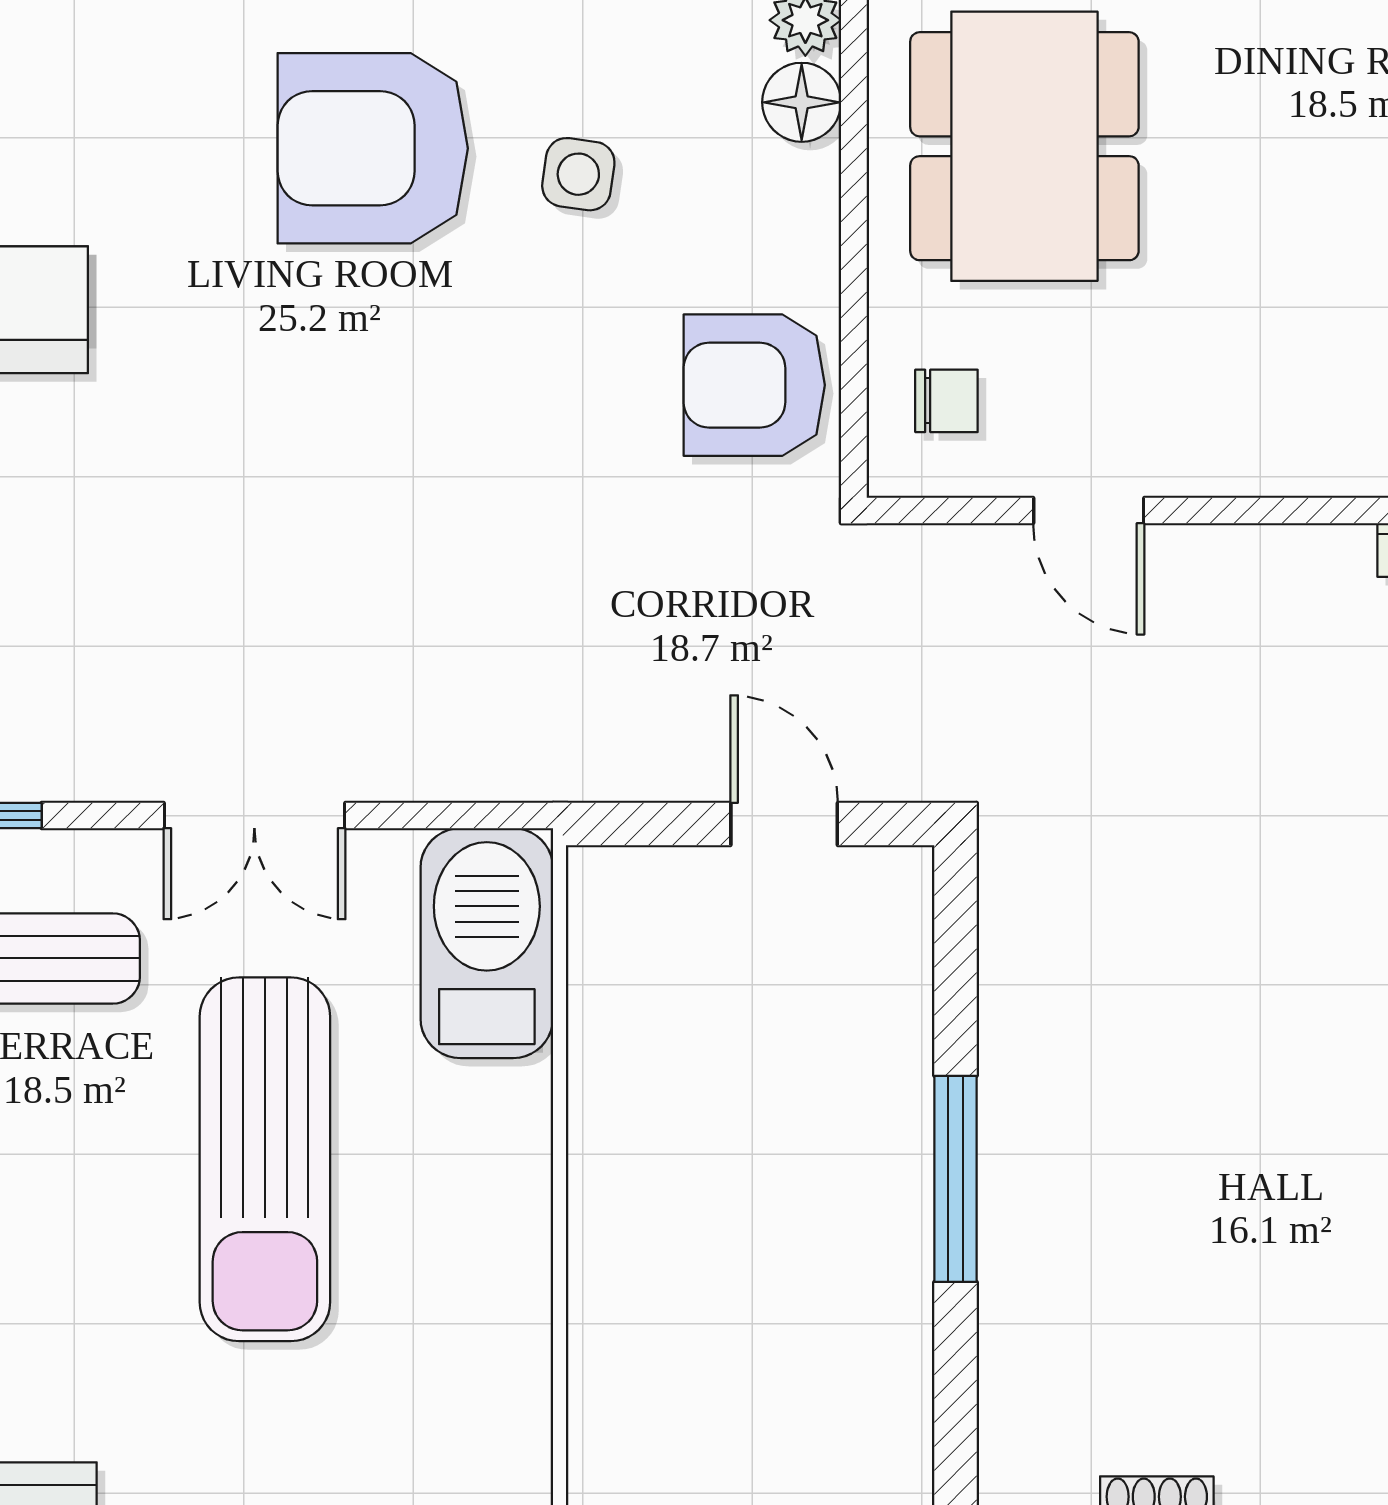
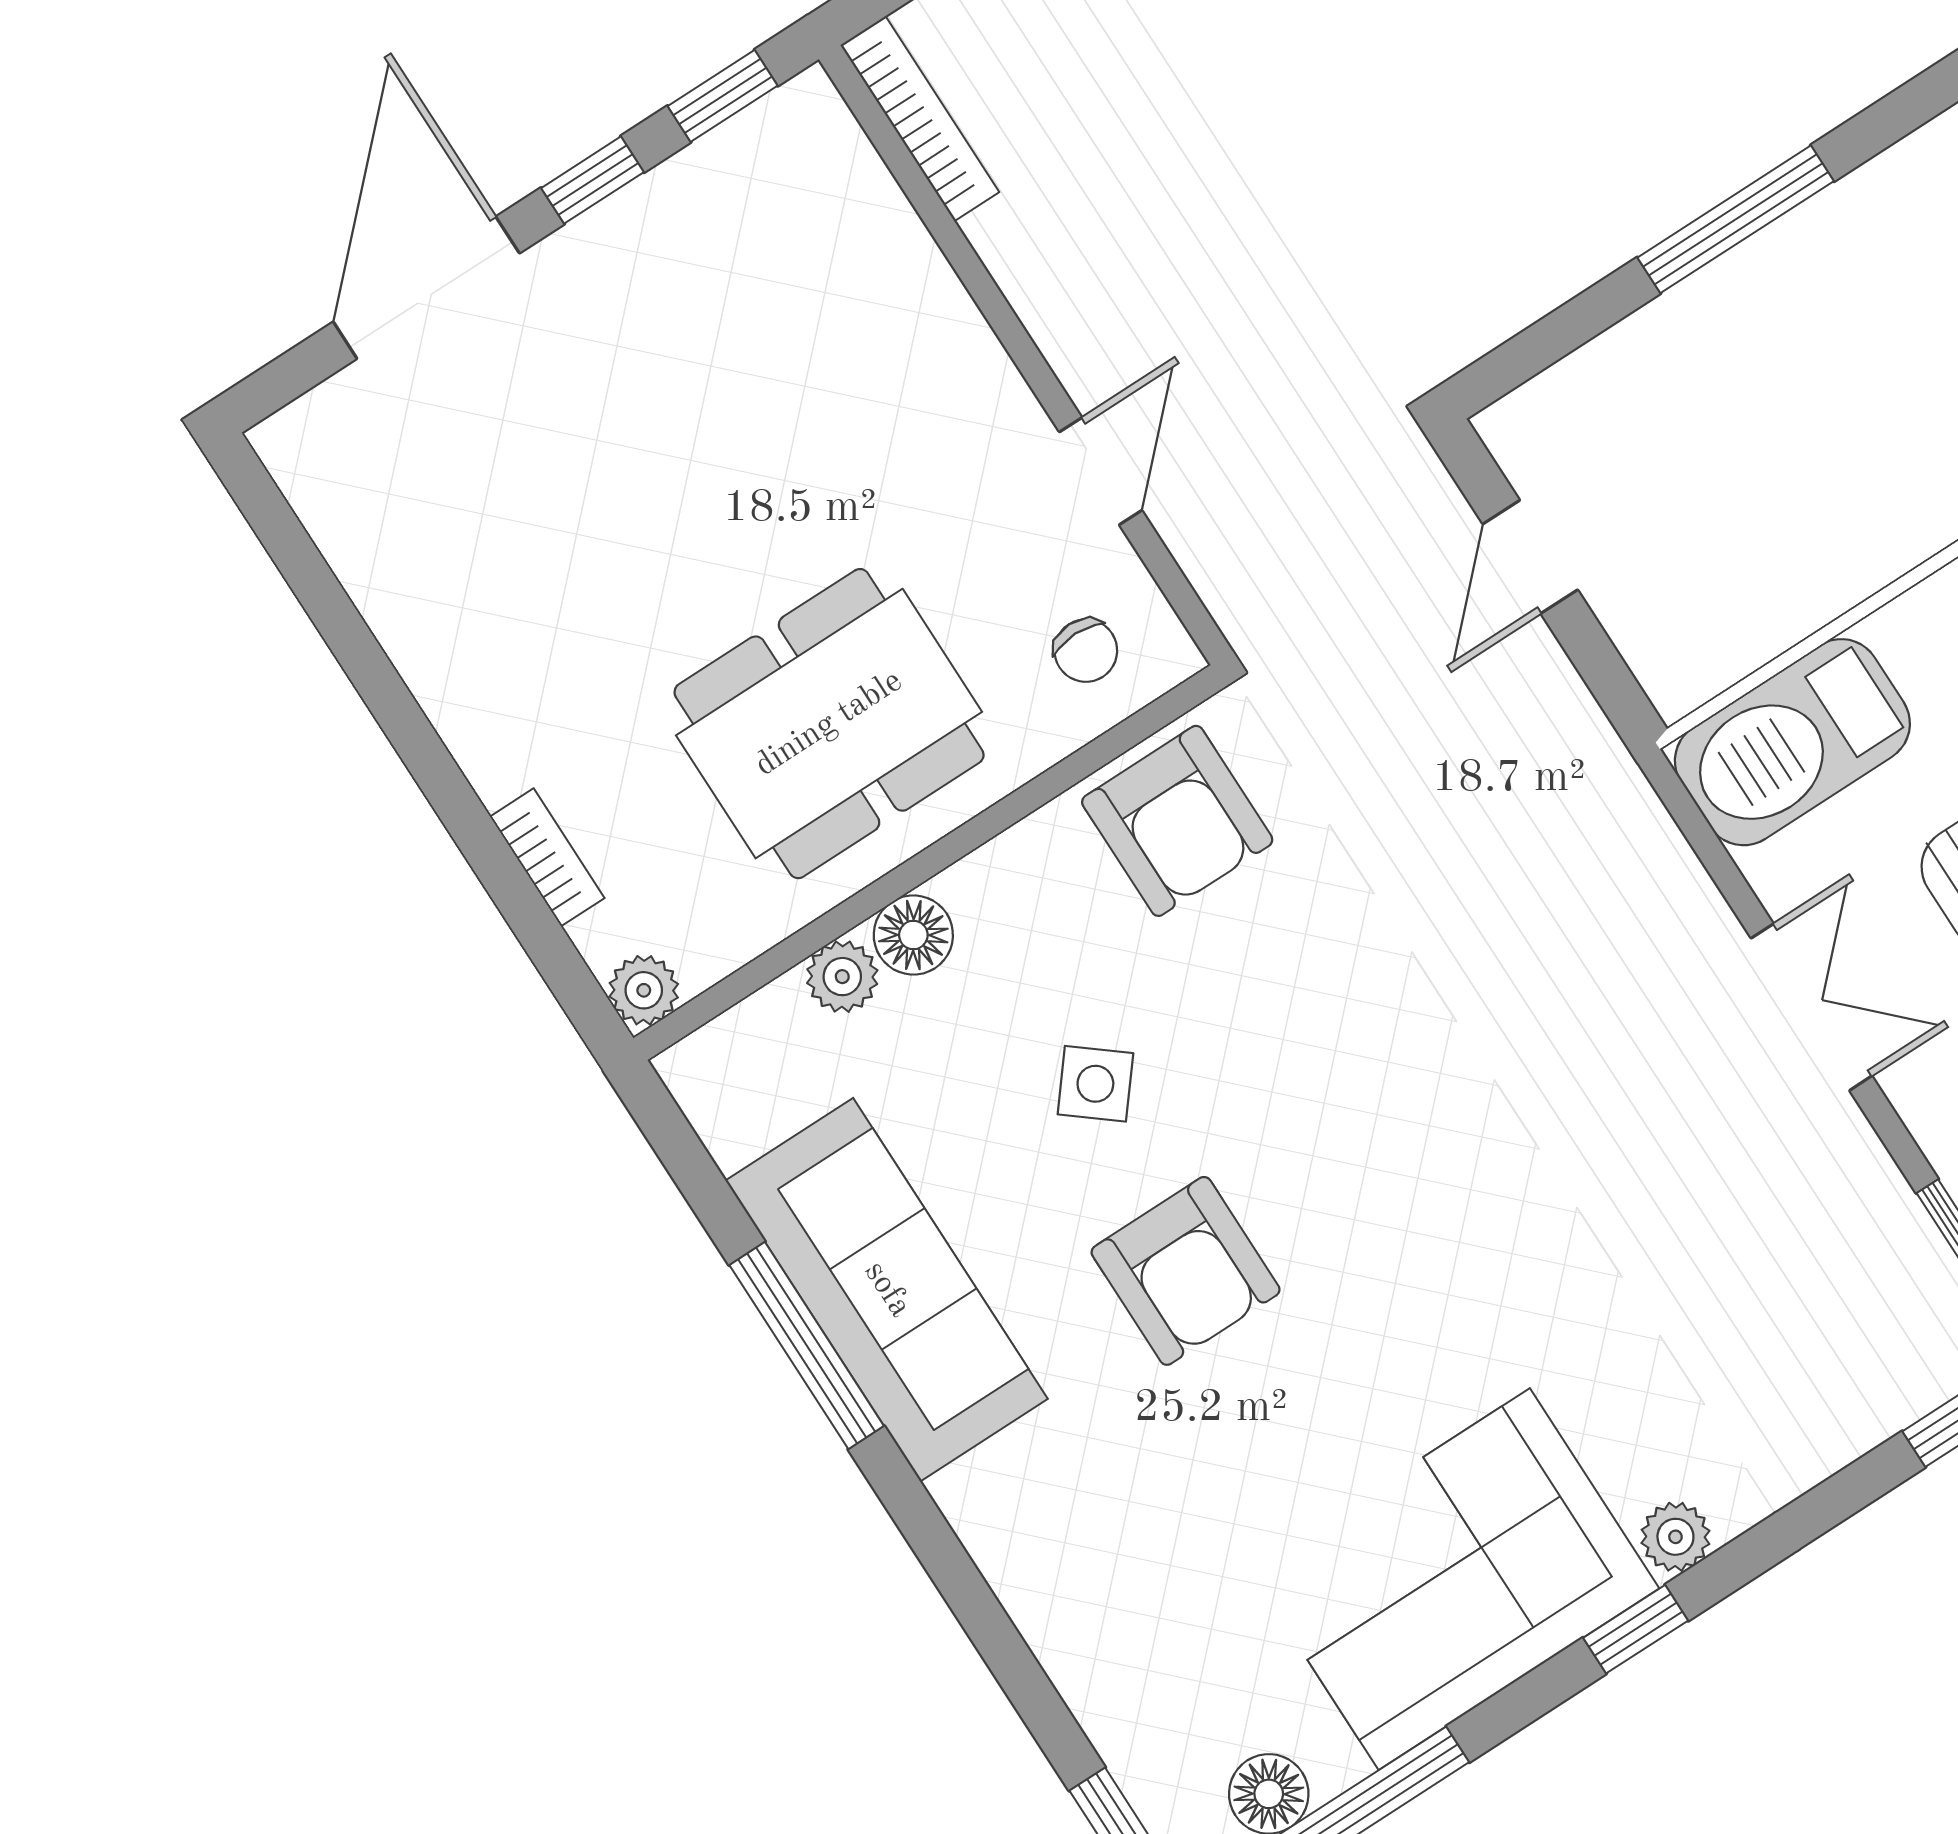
armchair: (373, 148) -> (1186, 1271), width x0.73, depth x0.73
side table: (578, 174) -> (1095, 1084), turned 31
chair: (946, 401) -> (1086, 651), turned 180

